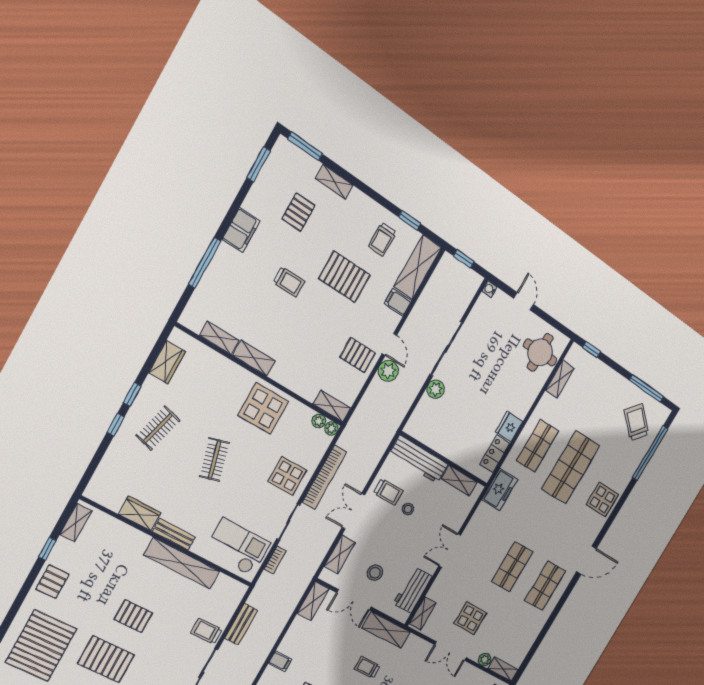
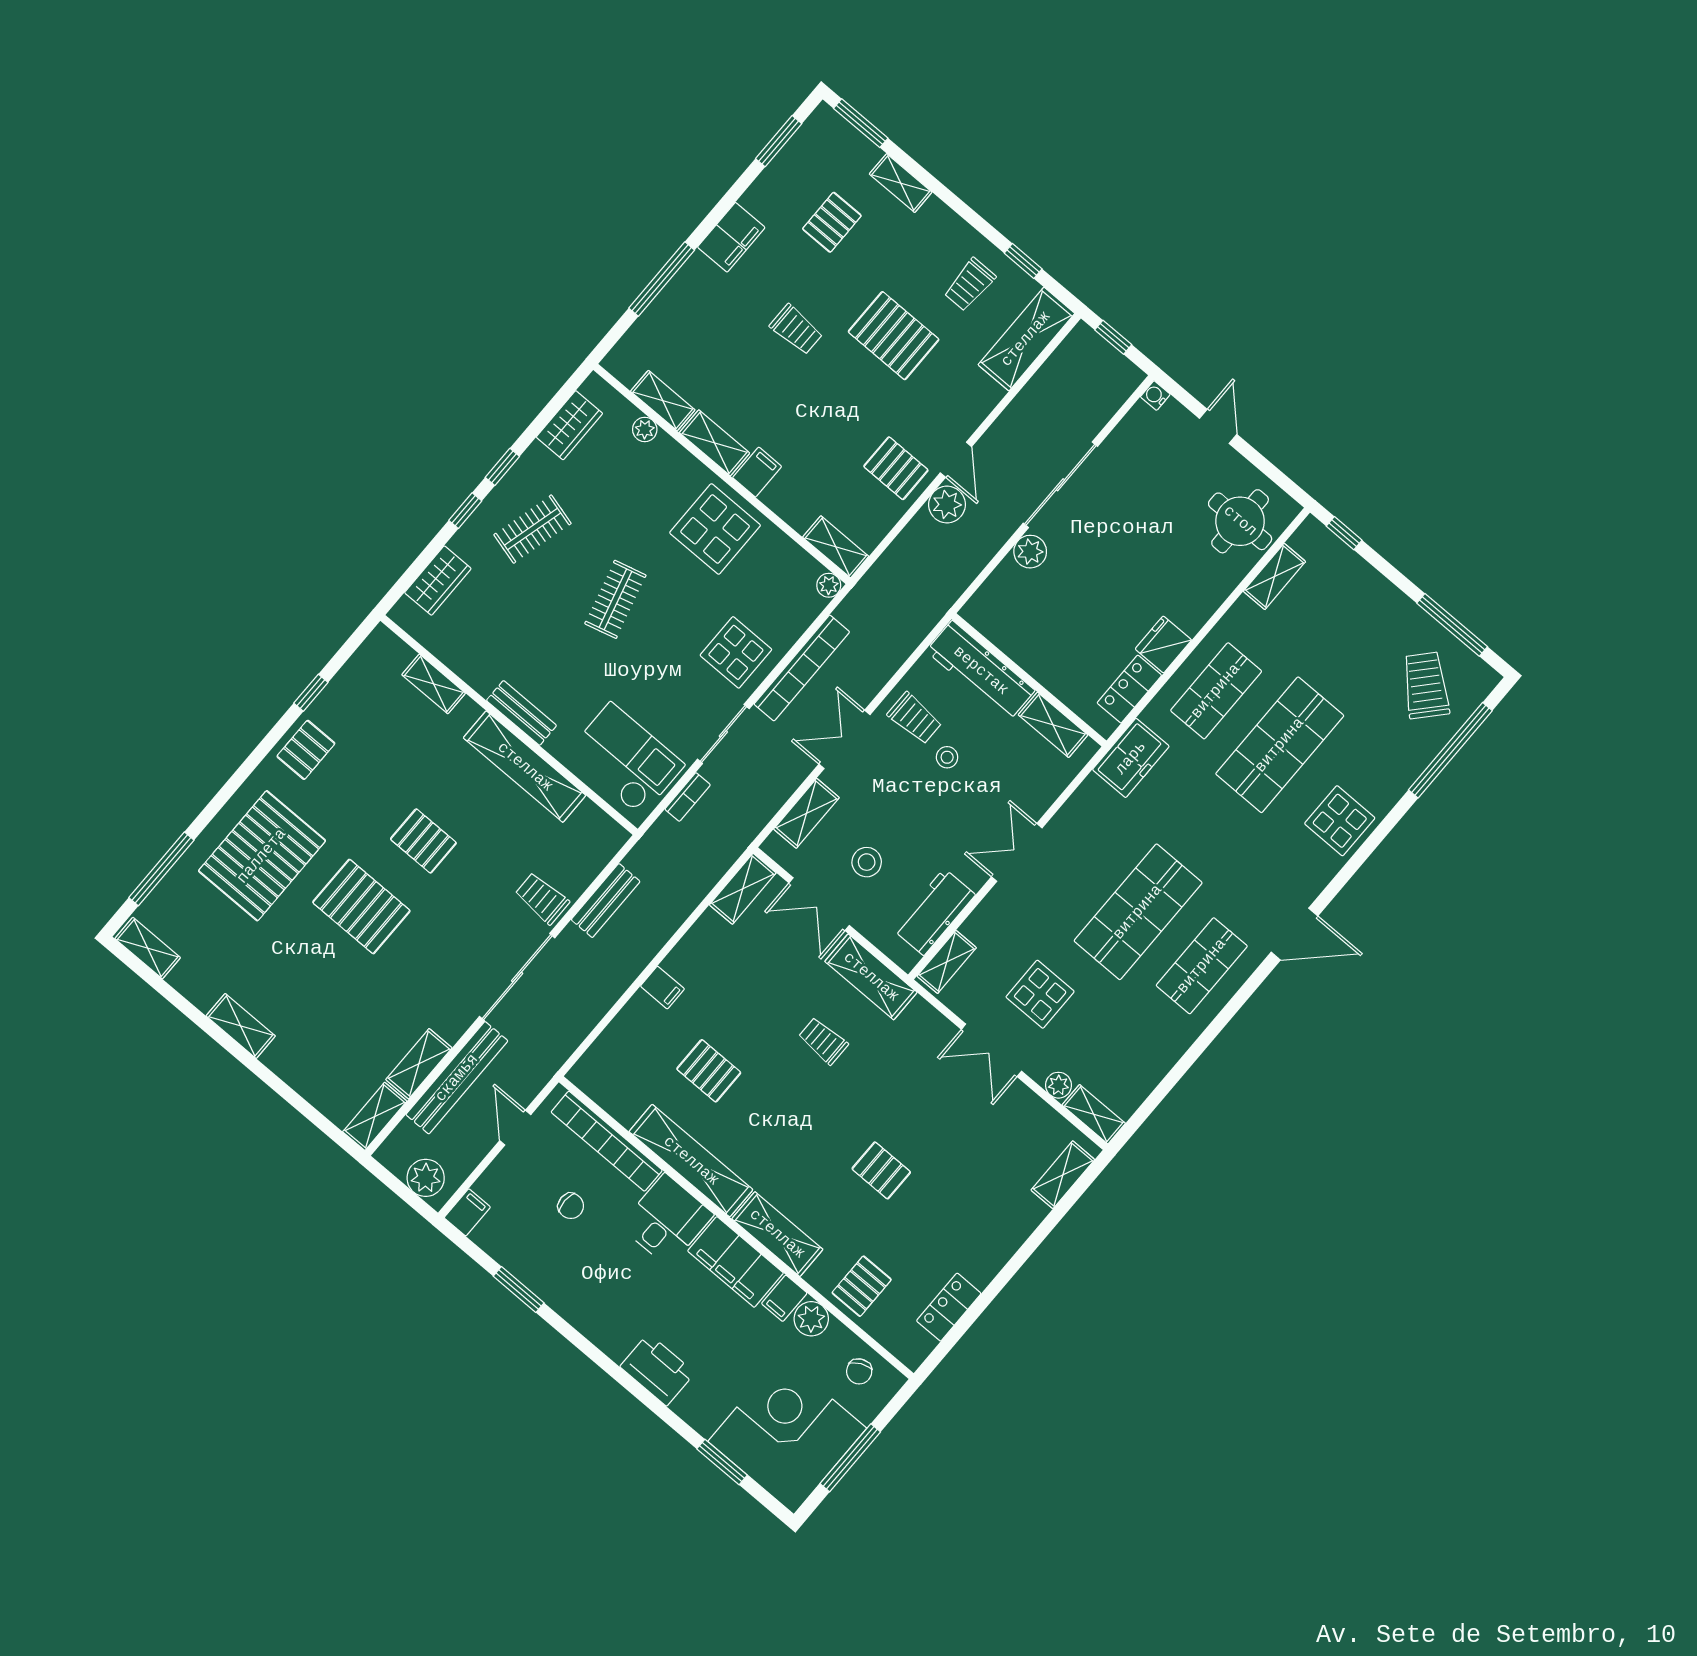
filing cabinet: (398, 302) -> (757, 472), moved, turned 90
plant: (319, 421) -> (645, 429), moved
wardrobe: (140, 513) -> (438, 581), moved, turned 90
shelving: (76, 523) -> (434, 684), moved, turned 90
shop shelf: (512, 567) -> (1138, 912), width x1.43, depth x1.36

